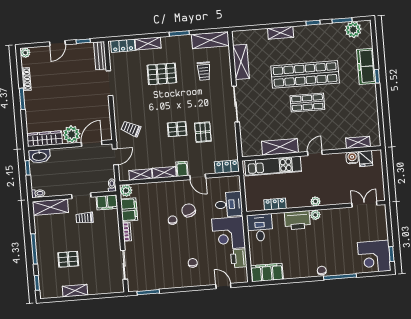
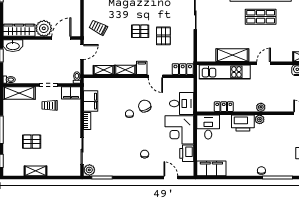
plant: (126, 191) -> (89, 170), moved

